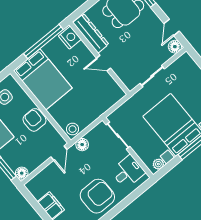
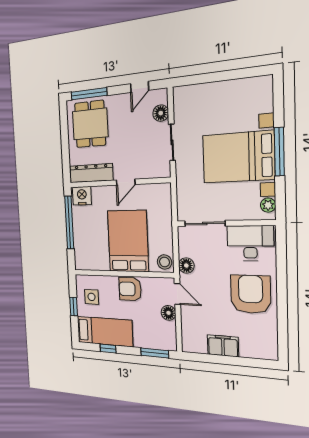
door: (172, 27) -> (140, 87), hinge flipped
floor lamp: (175, 47) -> (161, 113), moved
bed: (43, 79) -> (128, 241), moved, turned -90
desk: (128, 172) -> (250, 243), width x1.37
floor lamp: (22, 173) -> (168, 313), moved

